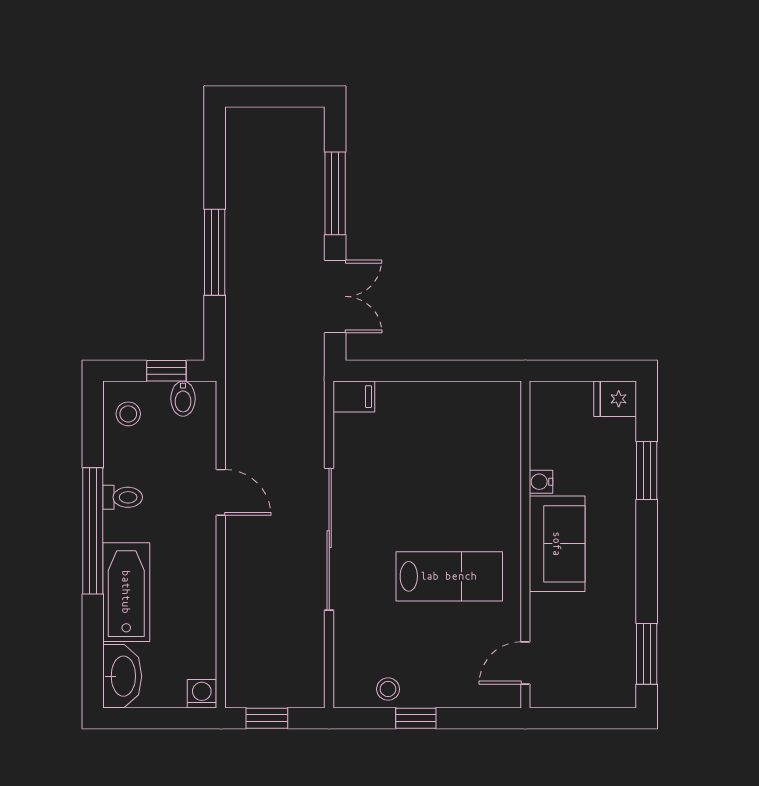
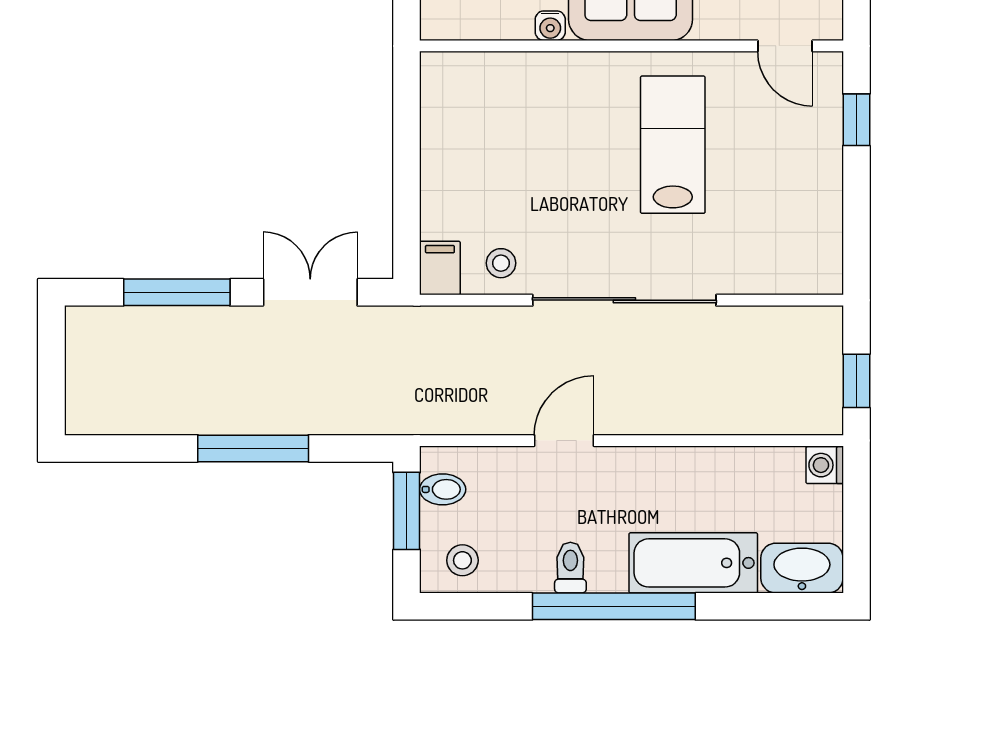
window: (166, 371) -> (407, 511), width x1.50
stool: (388, 689) -> (501, 263), moved
window: (416, 718) -> (856, 120), moved

